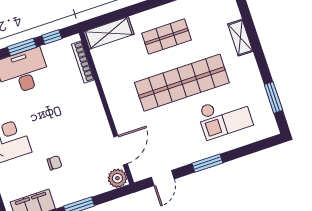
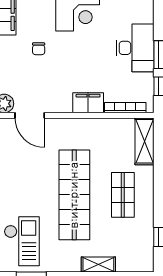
filing cabinet: (90, 99) -> (88, 103), added
checkout: (225, 117) -> (22, 241), moved, turned 180

